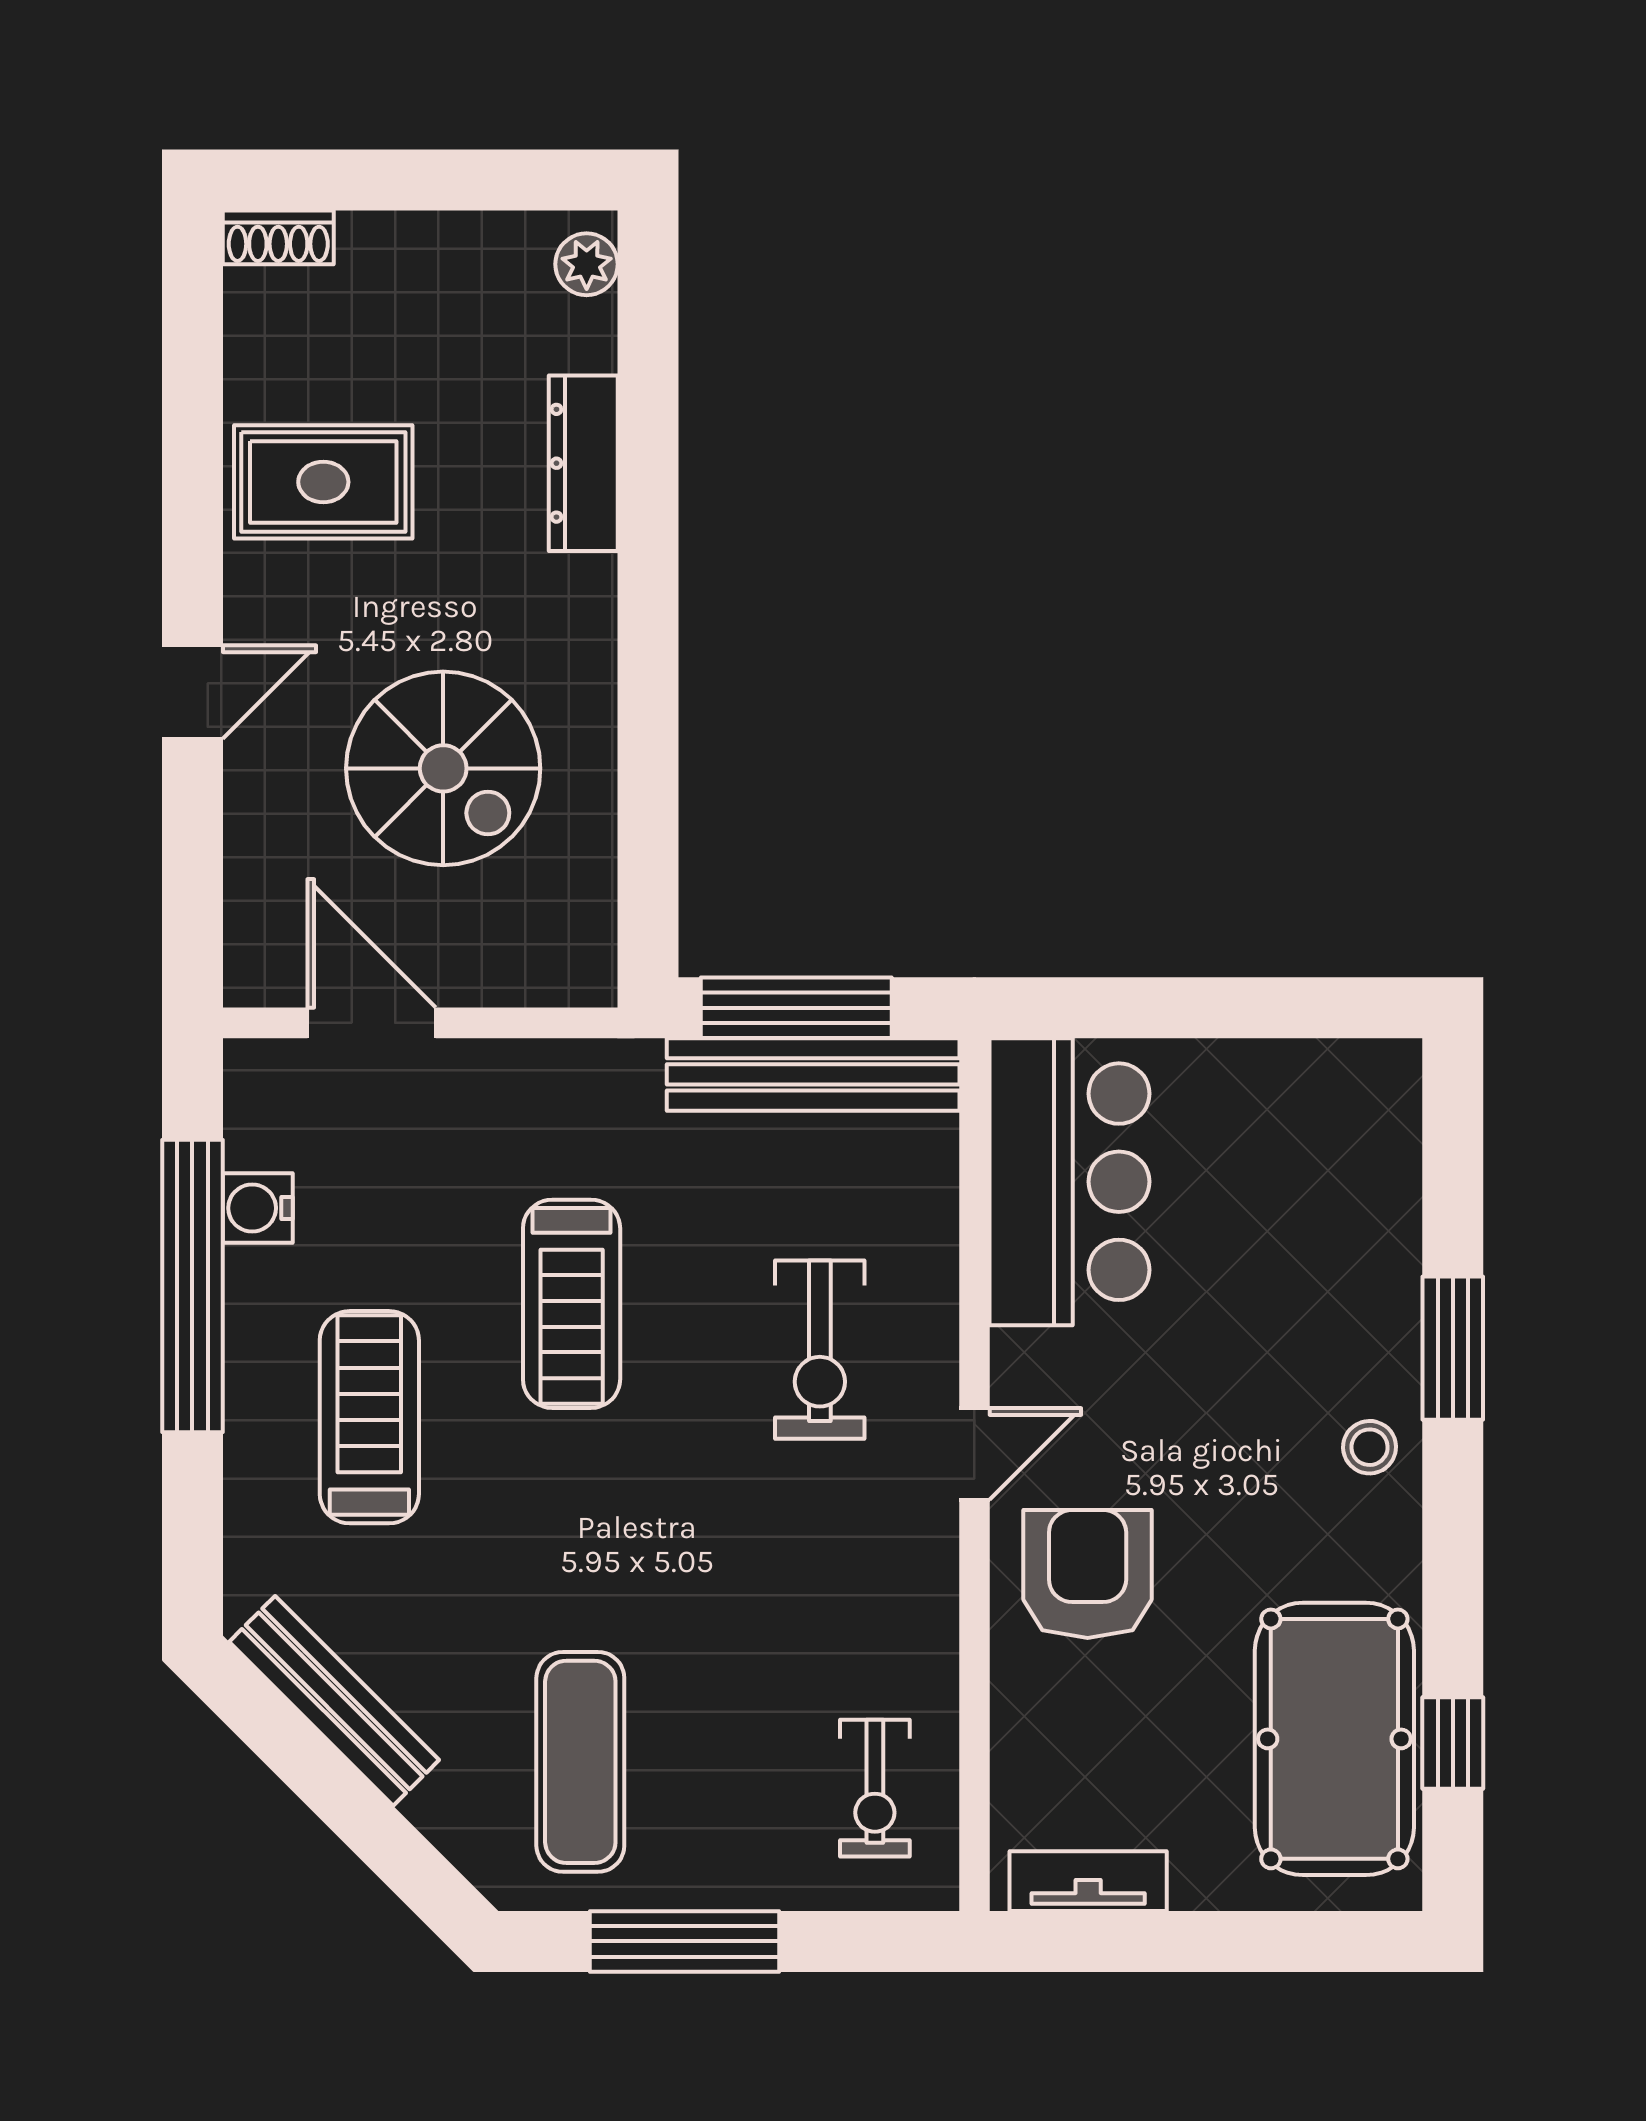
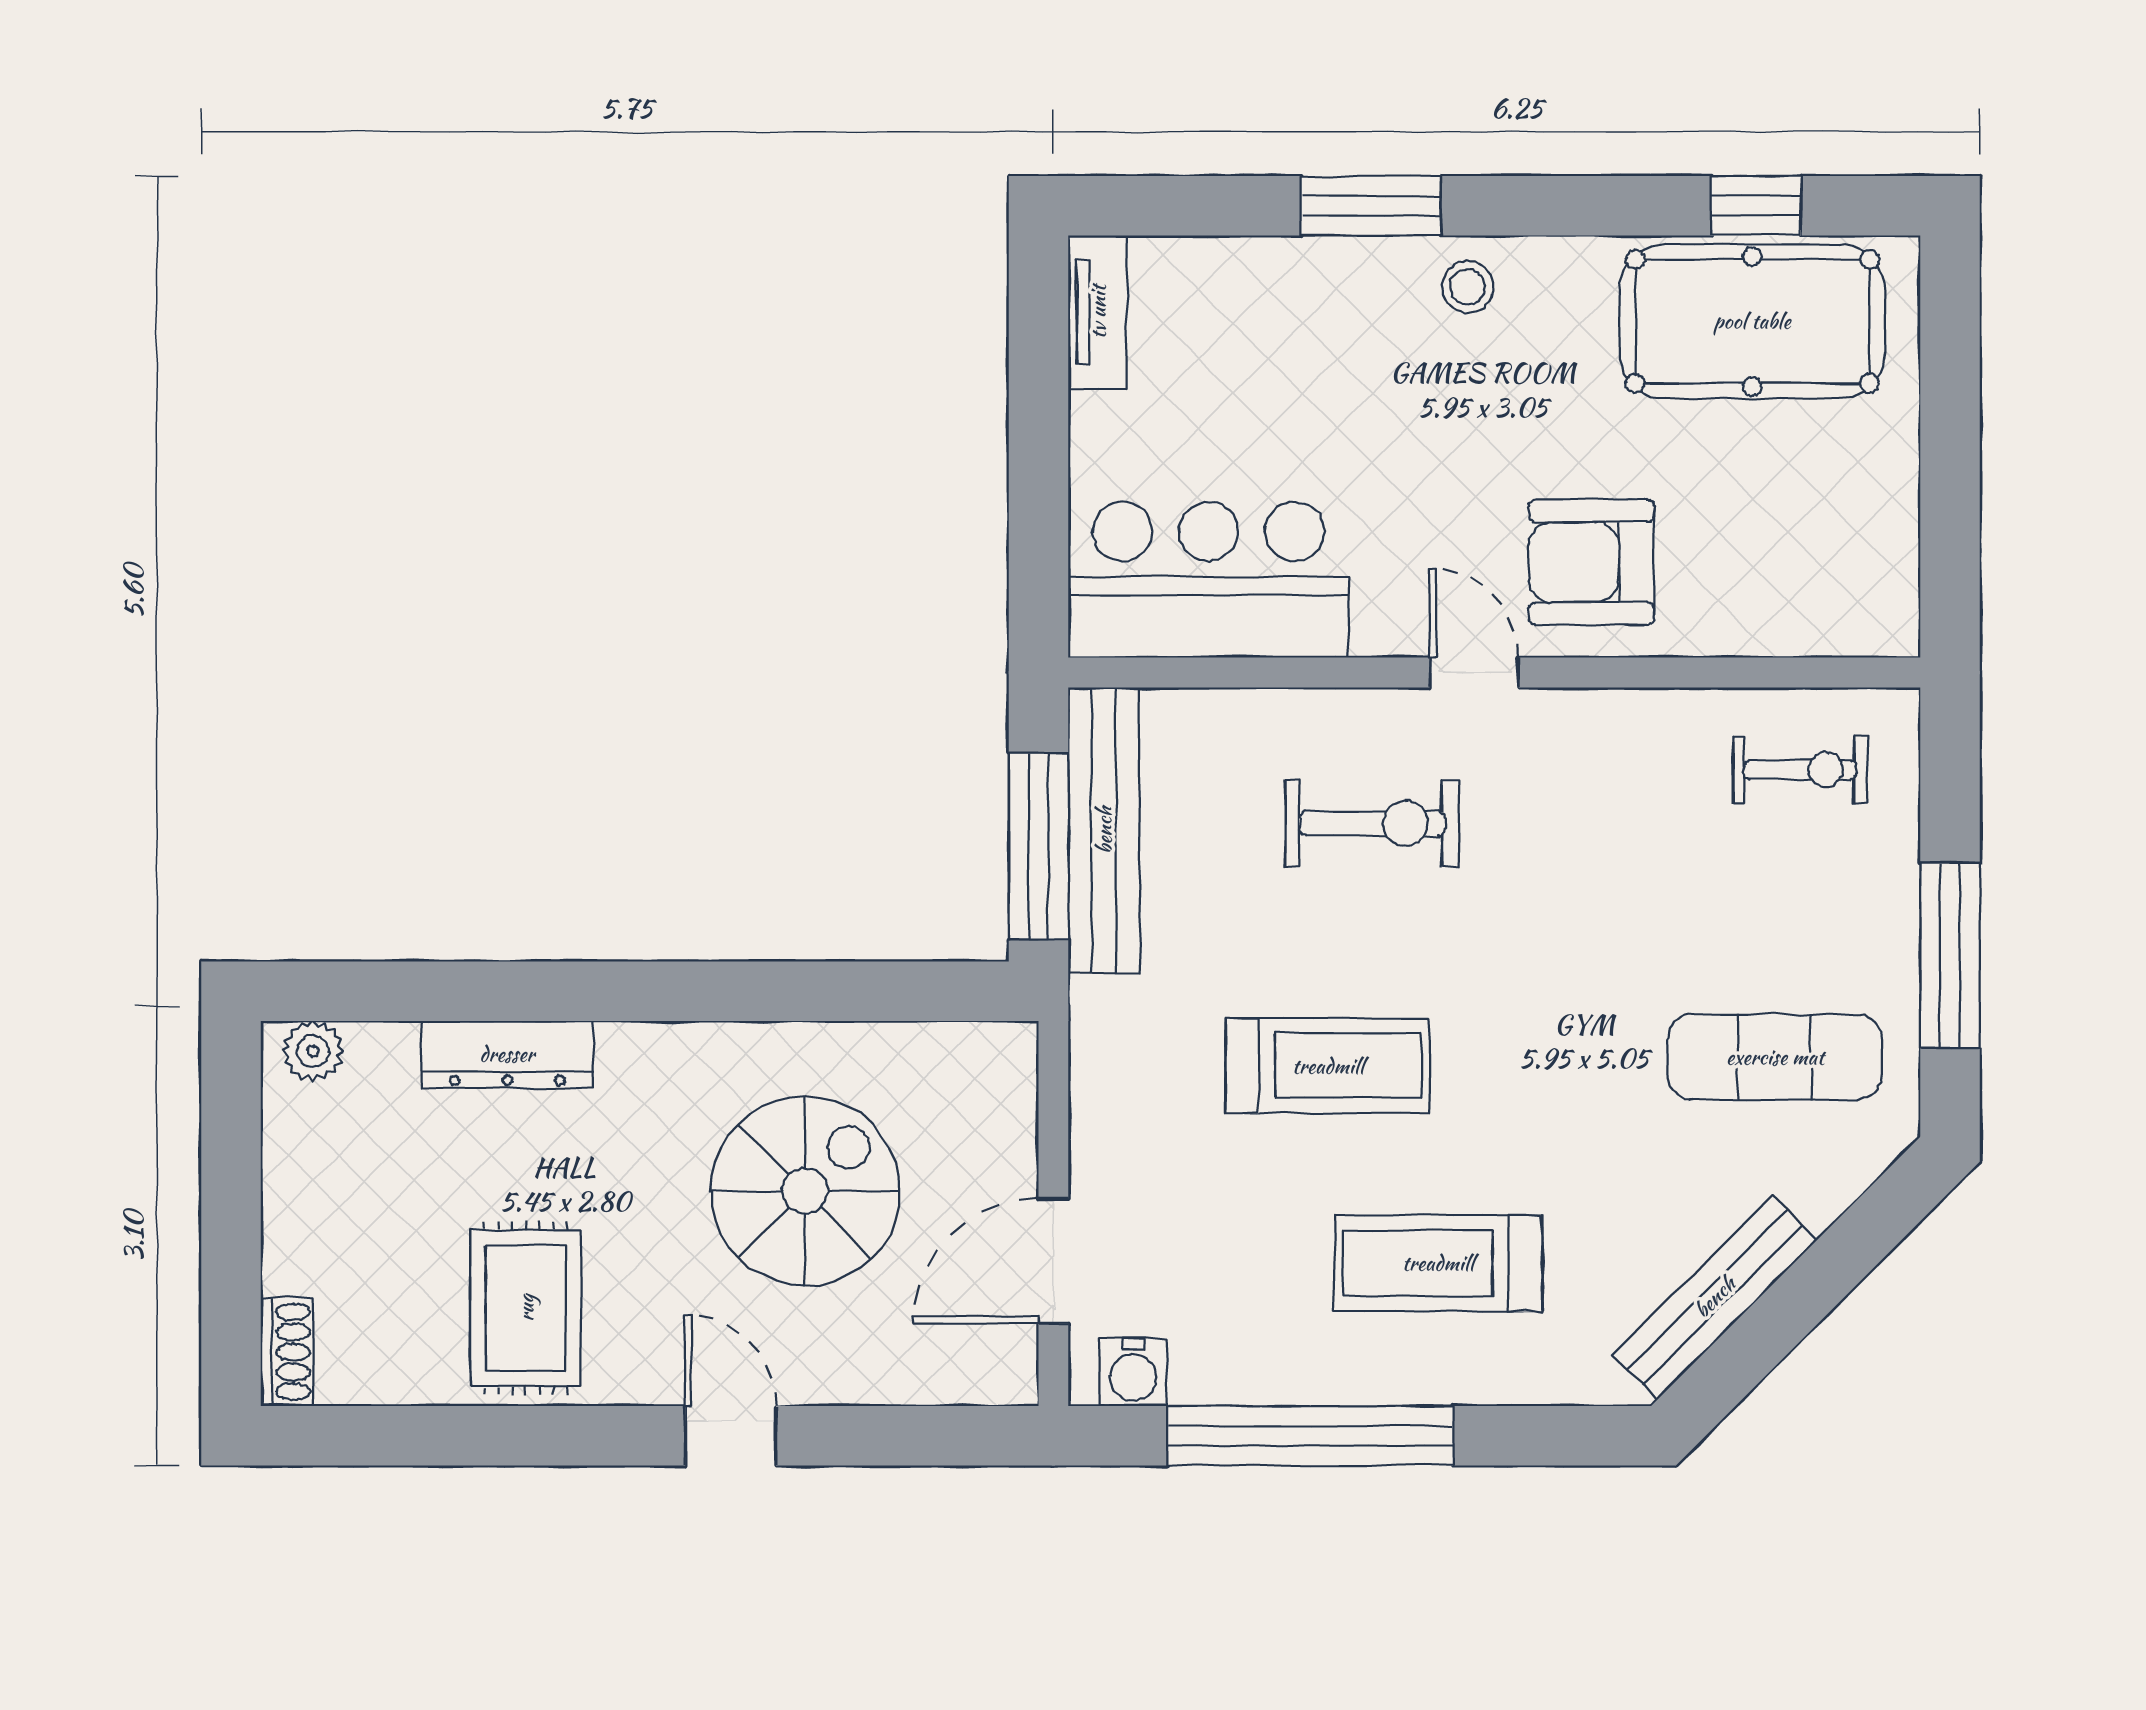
water cooler: (258, 1208) -> (1133, 1372), moved
tv unit: (1088, 1881) -> (1098, 312), moved, turned 180

